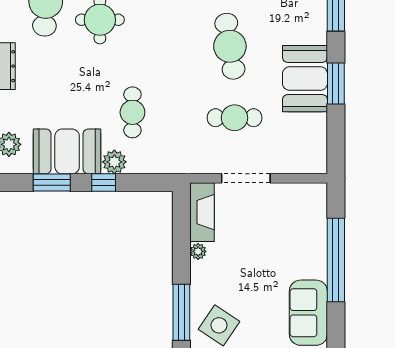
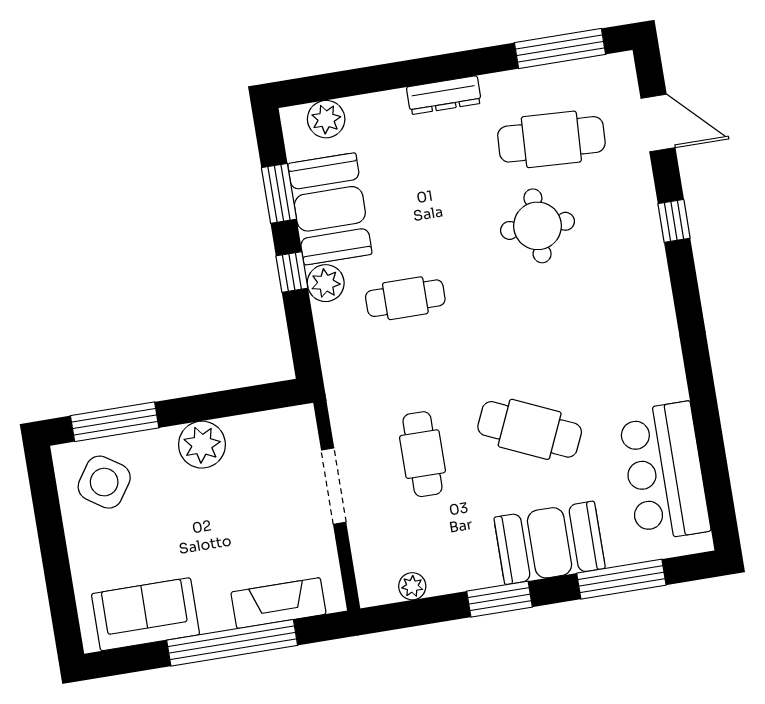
cafe table: (230, 46) -> (530, 429), turned 33
booth: (305, 79) -> (550, 543), moved
plant: (318, 138) -> (412, 586), added
fireplace: (202, 212) -> (278, 603), moved, turned 180
plant: (198, 251) -> (202, 445), width x1.88, depth x1.88

